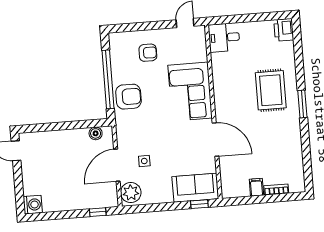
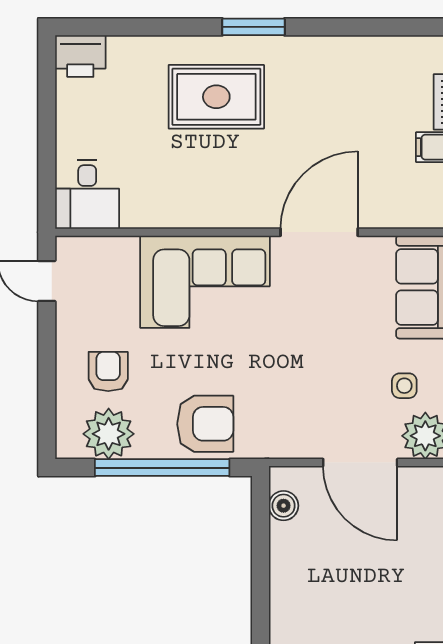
plant: (121, 55) -> (109, 434), added
armchair: (128, 97) -> (205, 424), turned 90
side table: (144, 161) -> (404, 386), moved

